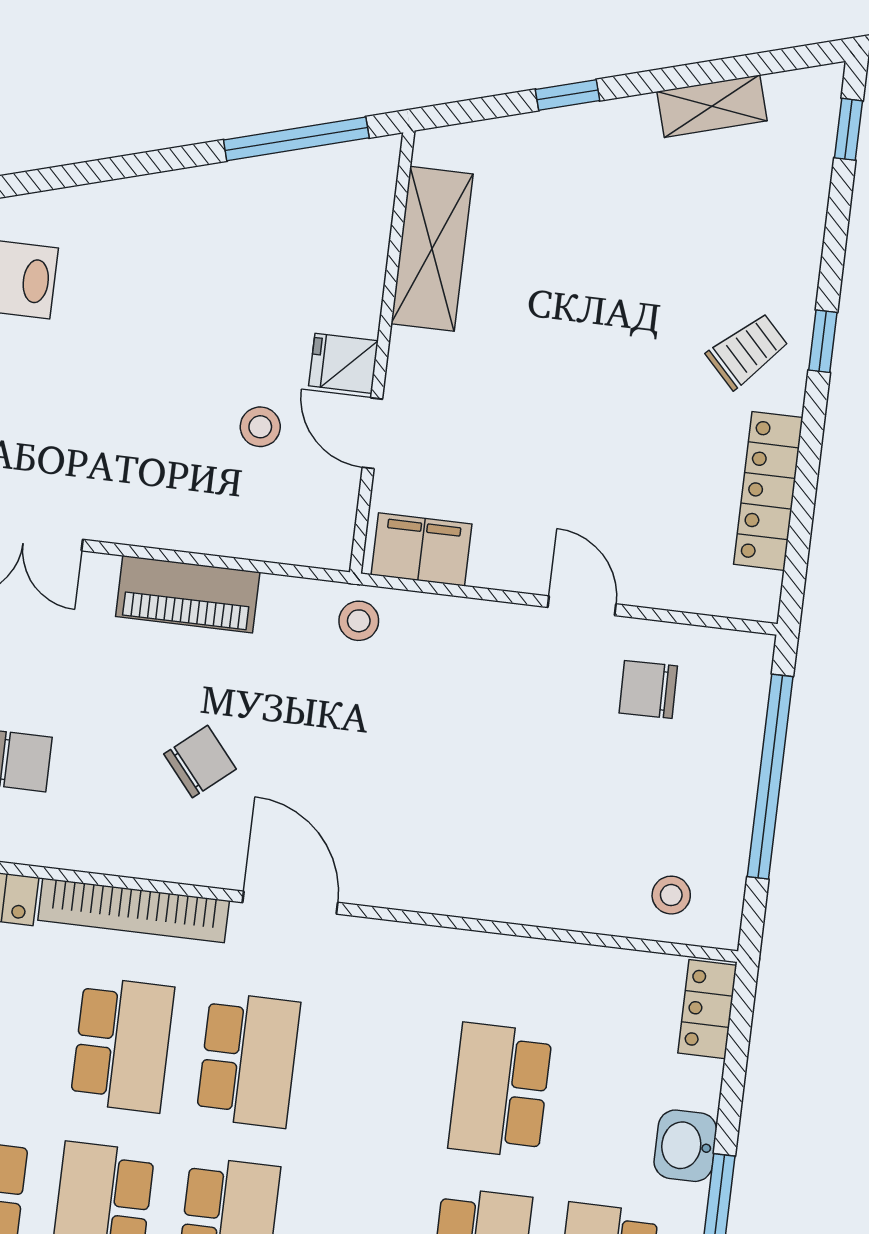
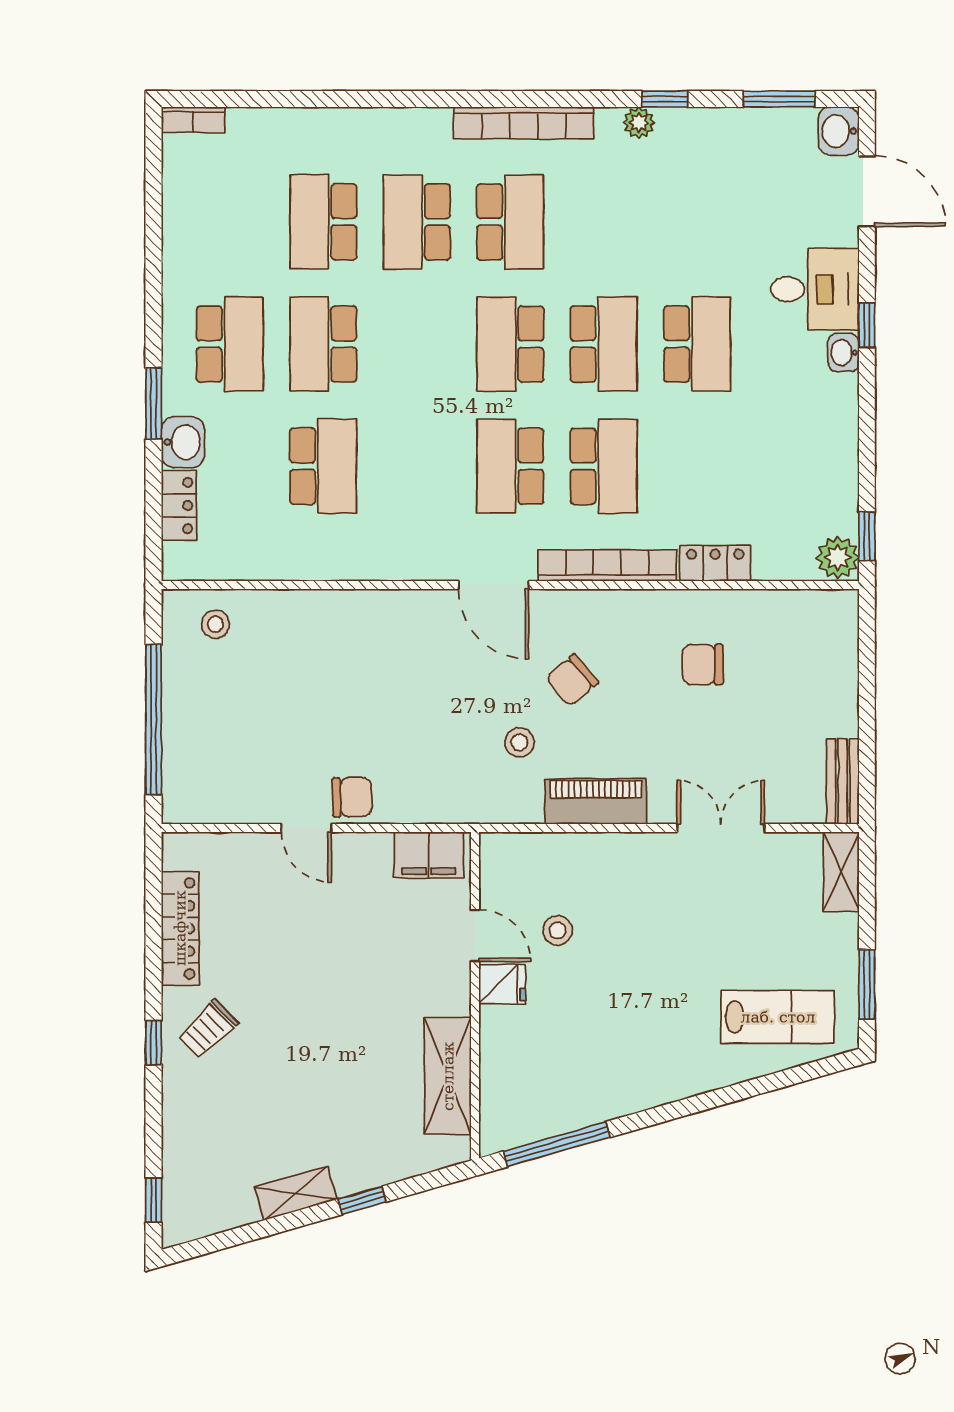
shelving: (712, 106) -> (296, 1193), moved
stool: (359, 621) -> (520, 742), moved
chair: (648, 689) -> (352, 797), moved
locker: (707, 1009) -> (179, 506), moved
school desk: (122, 1045) -> (604, 466), turned 180

